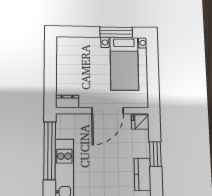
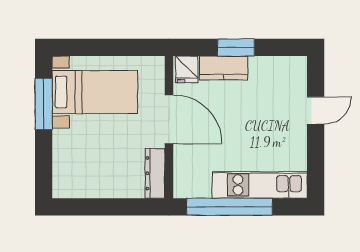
dresser: (67, 101) -> (155, 173), width x1.44
kitchen counter: (142, 174) -> (224, 68), moved

